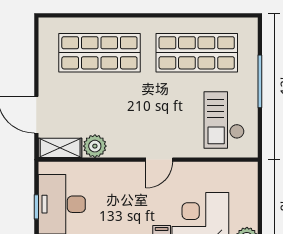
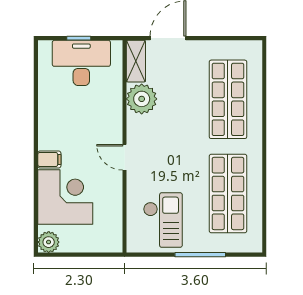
checkout: (224, 120) -> (163, 220), turned 90
plant: (95, 146) -> (142, 99), width x1.36, depth x1.36

